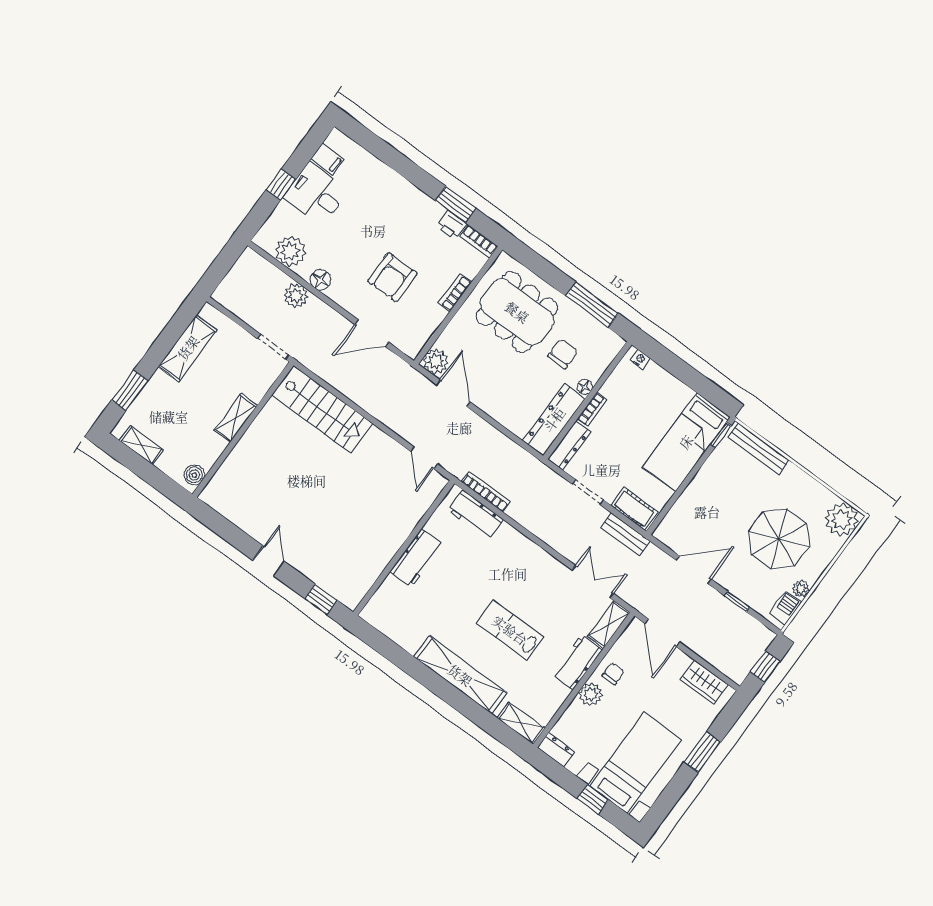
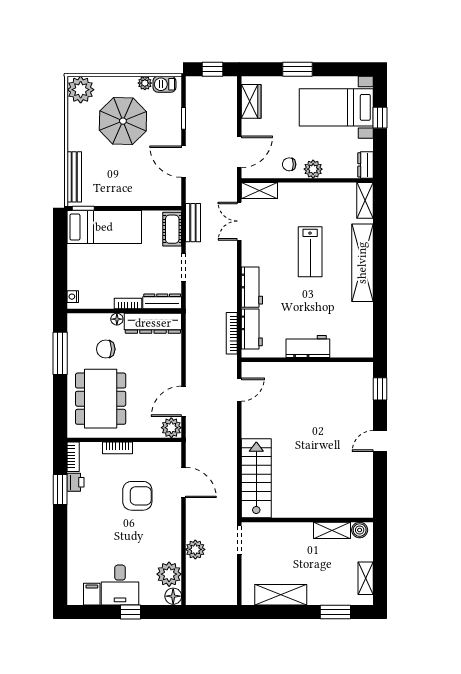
floor lamp: (321, 280) -> (173, 596), moved
shelving: (236, 418) -> (332, 530), moved
workbench: (577, 663) -> (252, 287), moved, turned -90

